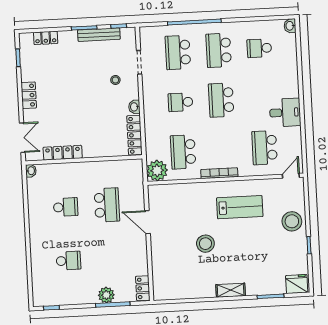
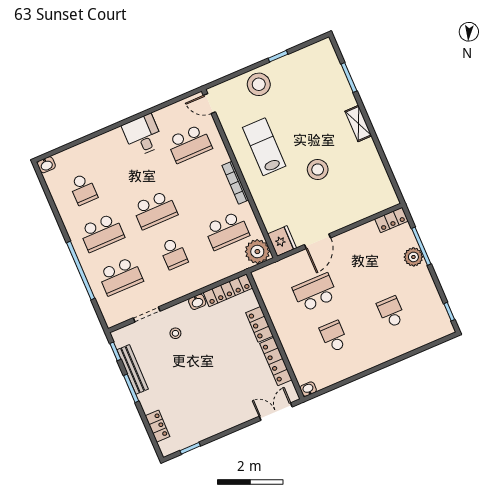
locker: (29, 95) -> (259, 324), moved, turned -90
fridge: (297, 284) -> (282, 241), moved, turned 180

